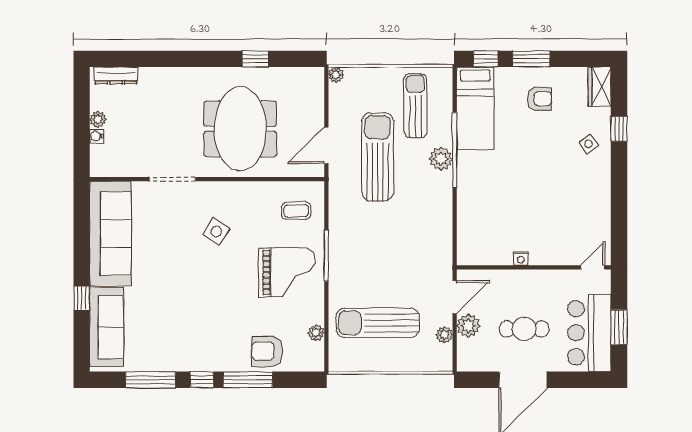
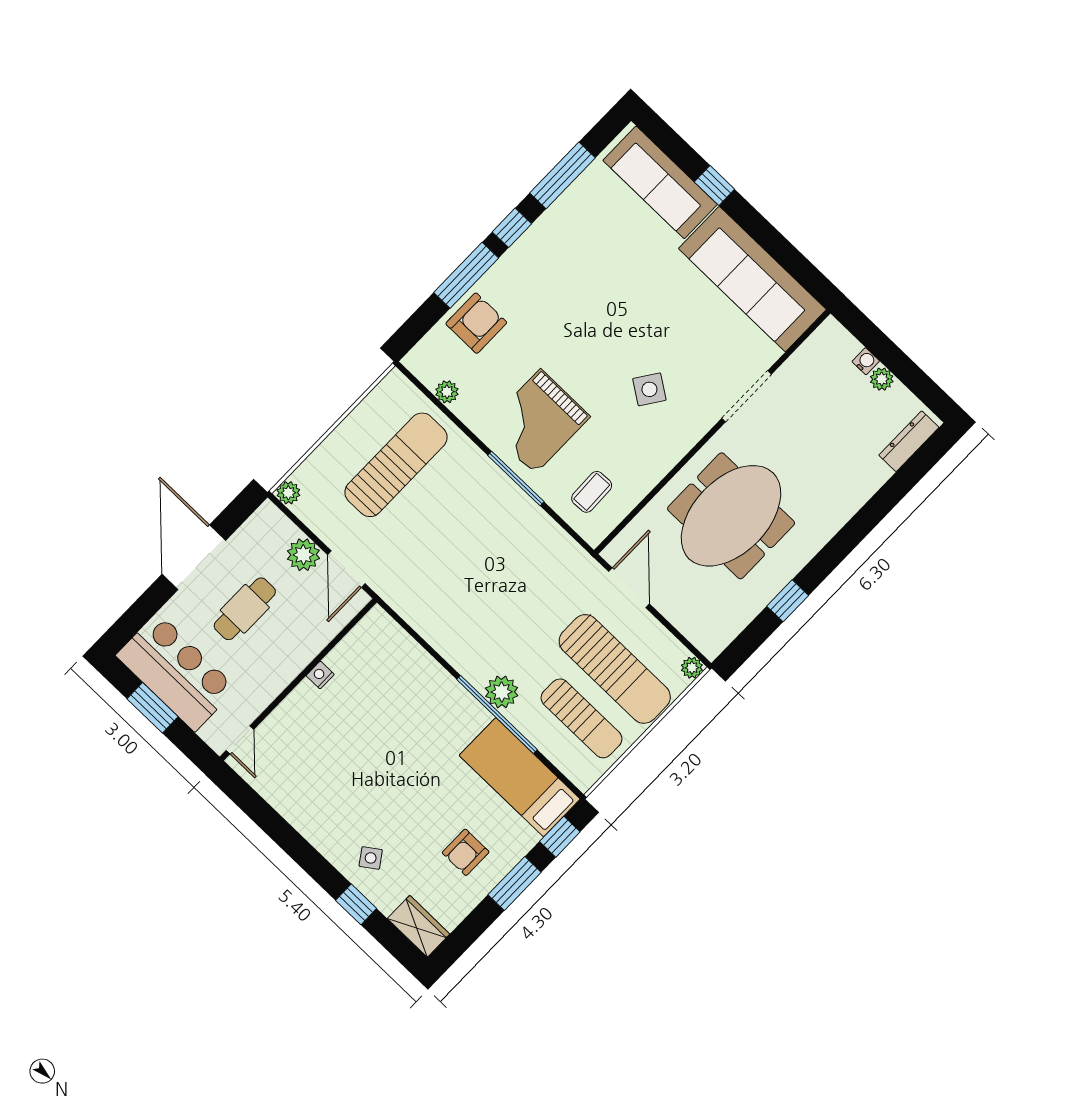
meeting table: (240, 129) -> (731, 516), turned 90
sun lounger: (378, 157) -> (615, 669), moved
plant: (444, 335) -> (288, 493), moved

